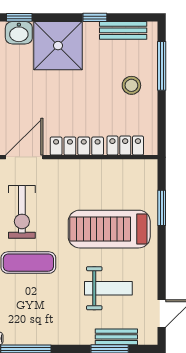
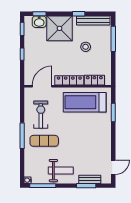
bench: (123, 30) -> (93, 20), width x1.36
stool: (131, 85) -> (86, 47), moved
exercise bike: (22, 212) -> (41, 115), turned 180
treadmill: (109, 229) -> (85, 102), moved
weight bench: (108, 288) -> (61, 171), moved

